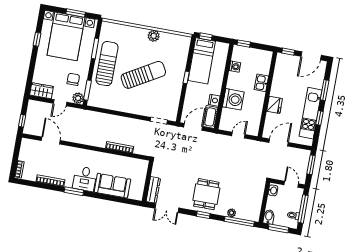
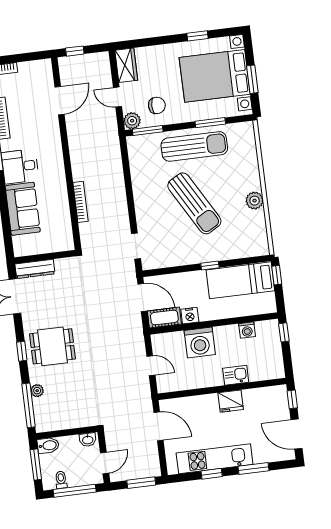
fridge: (274, 105) -> (231, 401), moved

